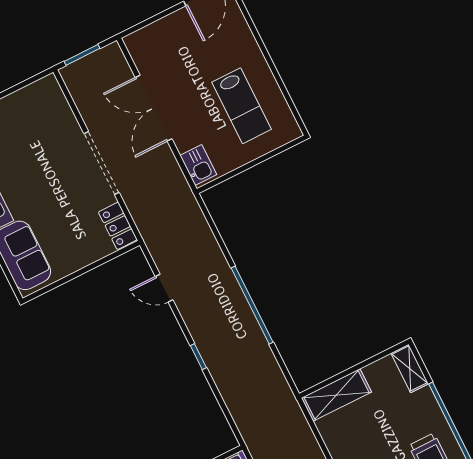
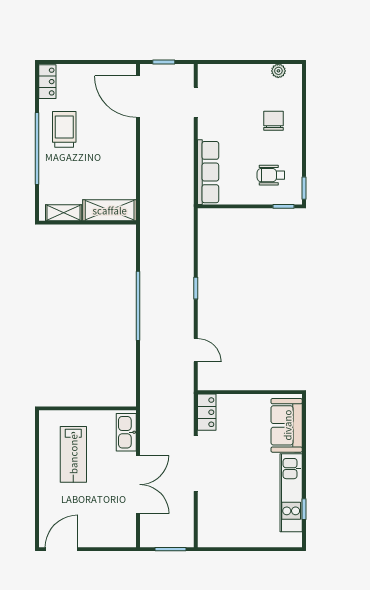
lab bench: (242, 106) -> (73, 454), turned 180
kitchen sink: (198, 165) -> (126, 432), width x1.38
shelving: (410, 368) -> (64, 213), moved, turned 90

